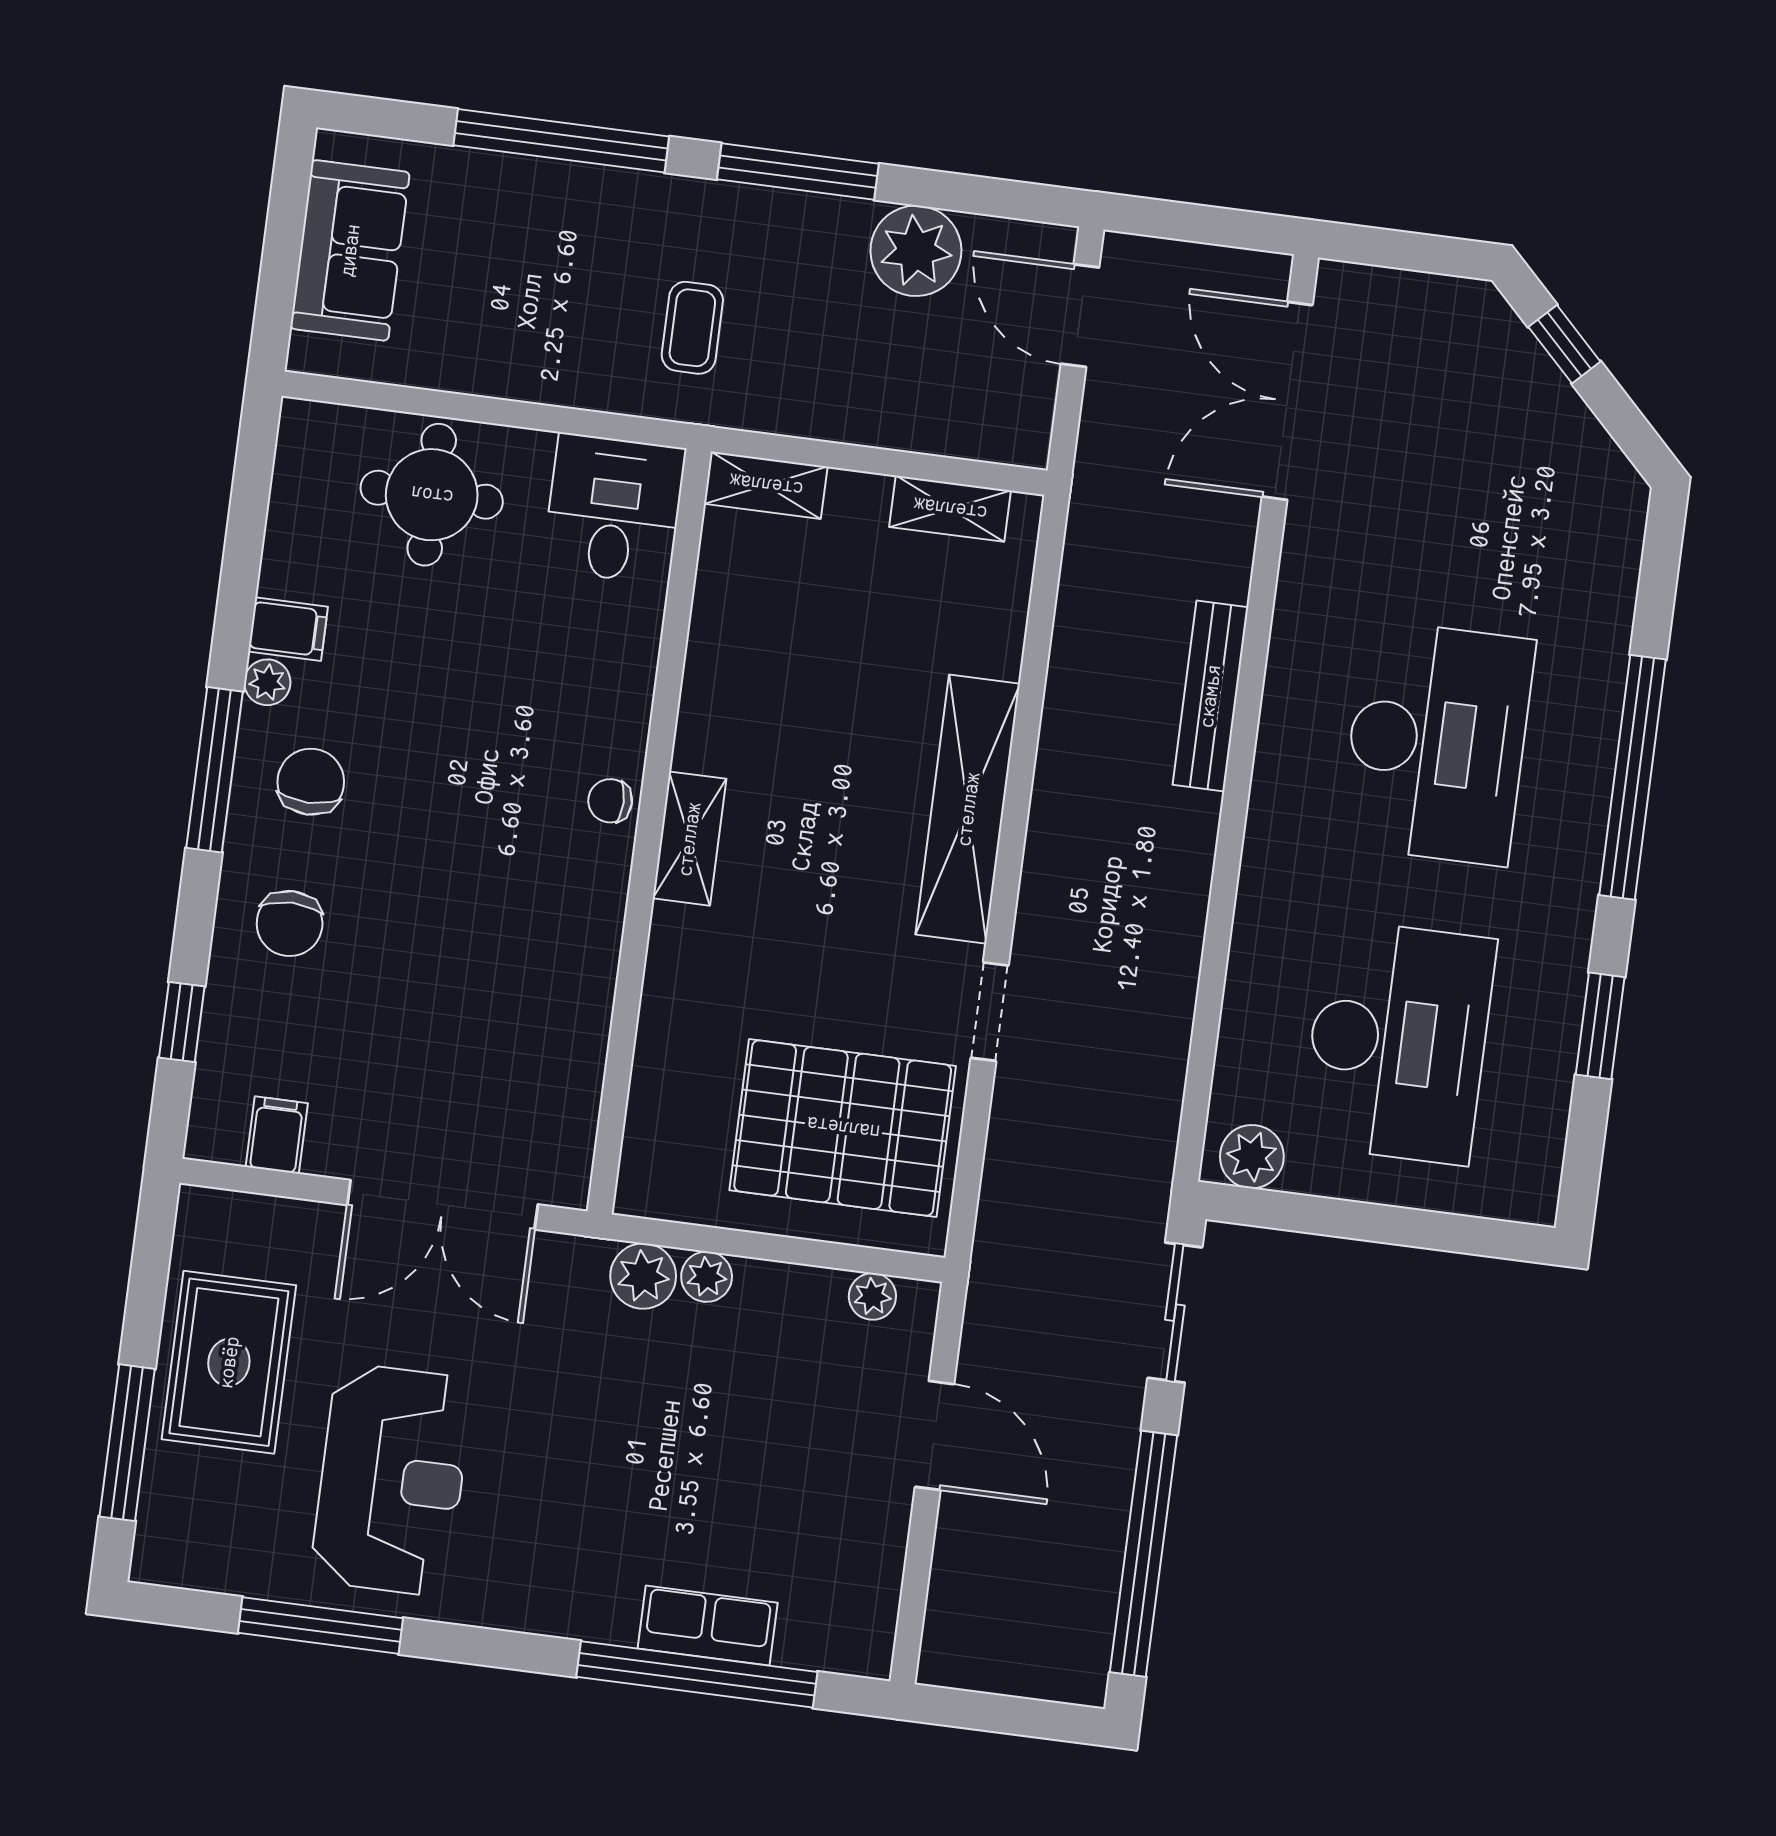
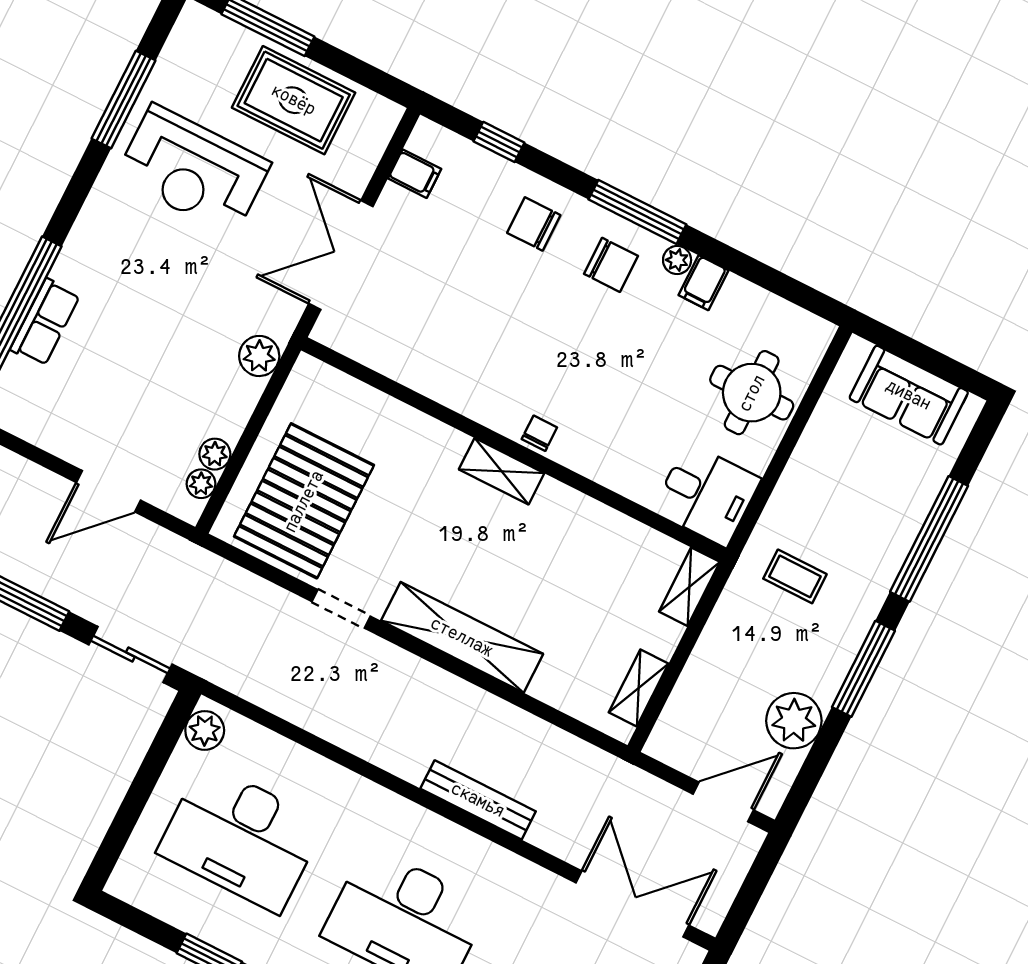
plant: (707, 1277) -> (215, 454), moved

